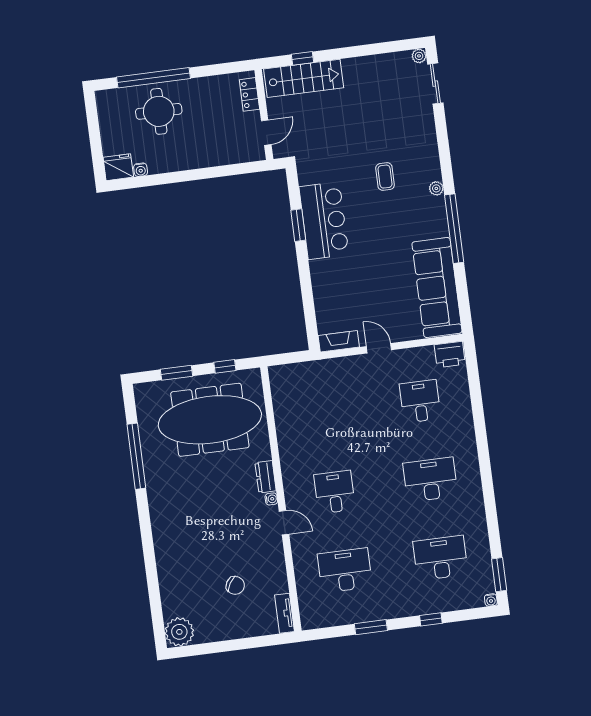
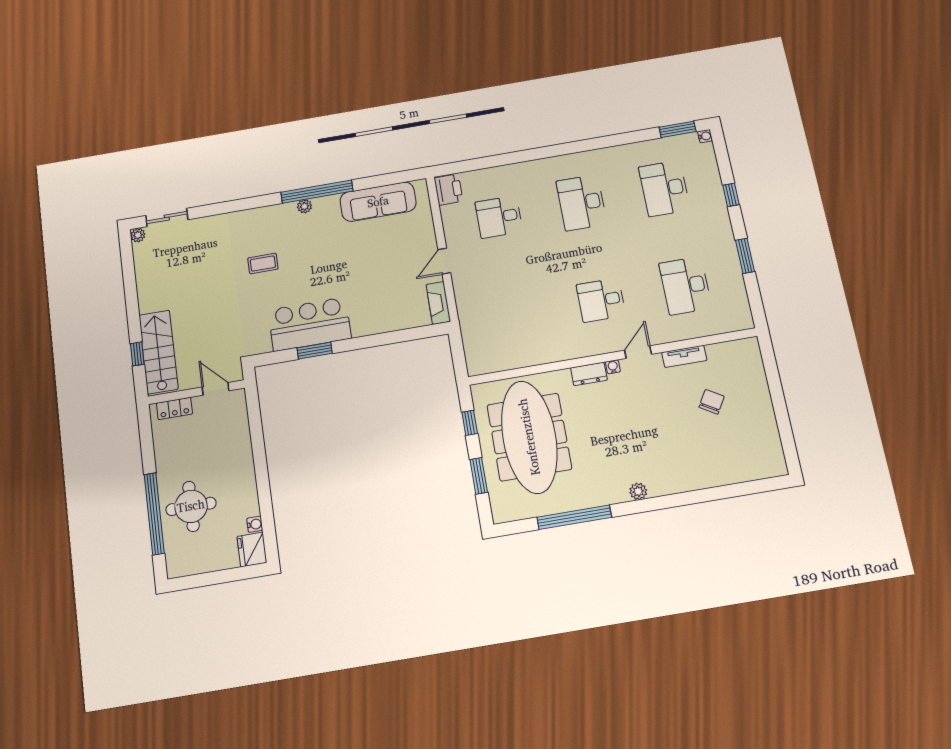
plant: (436, 188) -> (304, 206), moved
sofa: (437, 288) -> (378, 202), width x0.74, depth x0.79
tv unit: (285, 613) -> (684, 356), moved
plant: (179, 632) -> (638, 491), moved, width x0.53, depth x0.53

